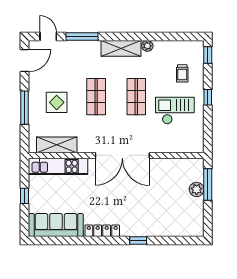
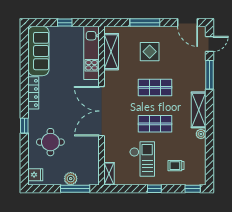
shelving: (191, 147) -> (109, 174), added
round table: (156, 212) -> (50, 142), added
fridge: (192, 228) -> (35, 175), added

